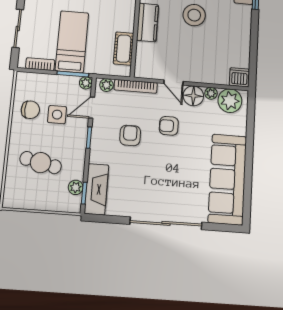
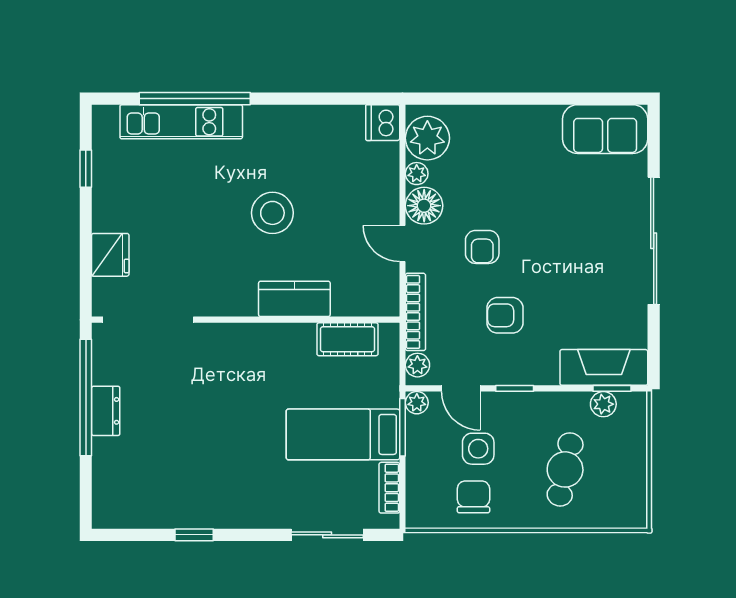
door: (173, 82) -> (403, 244), swing flipped
sofa: (227, 179) -> (605, 129), width x0.54, depth x0.79

